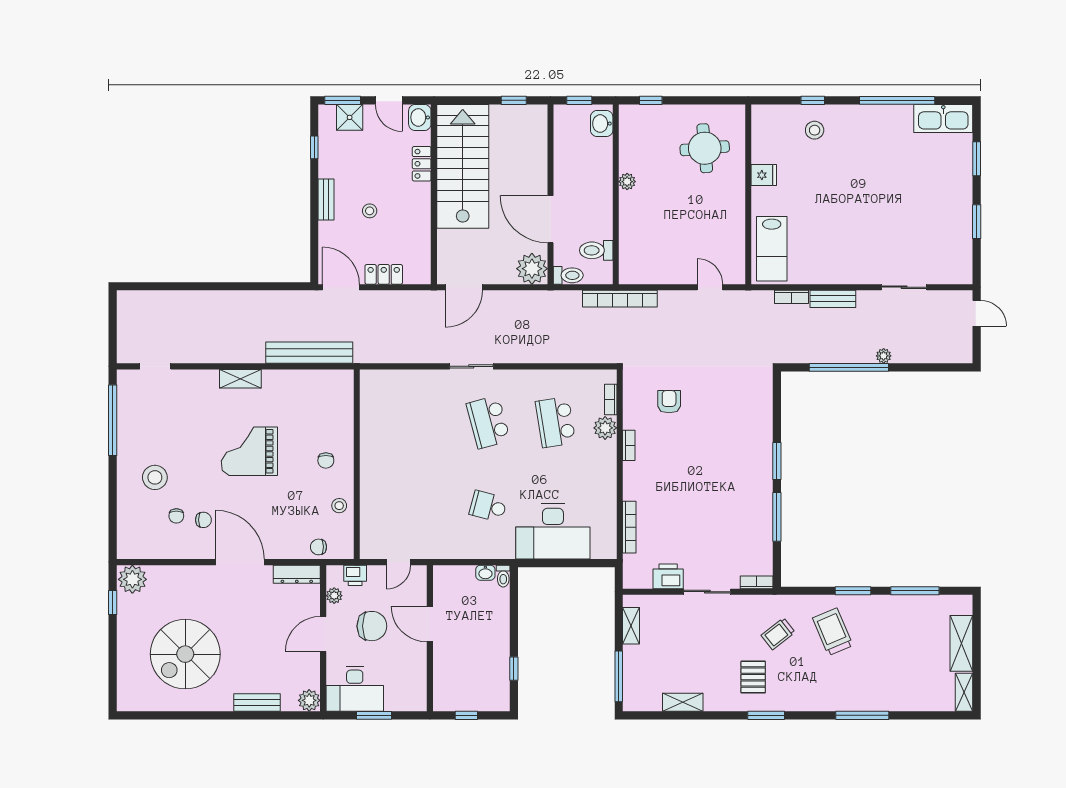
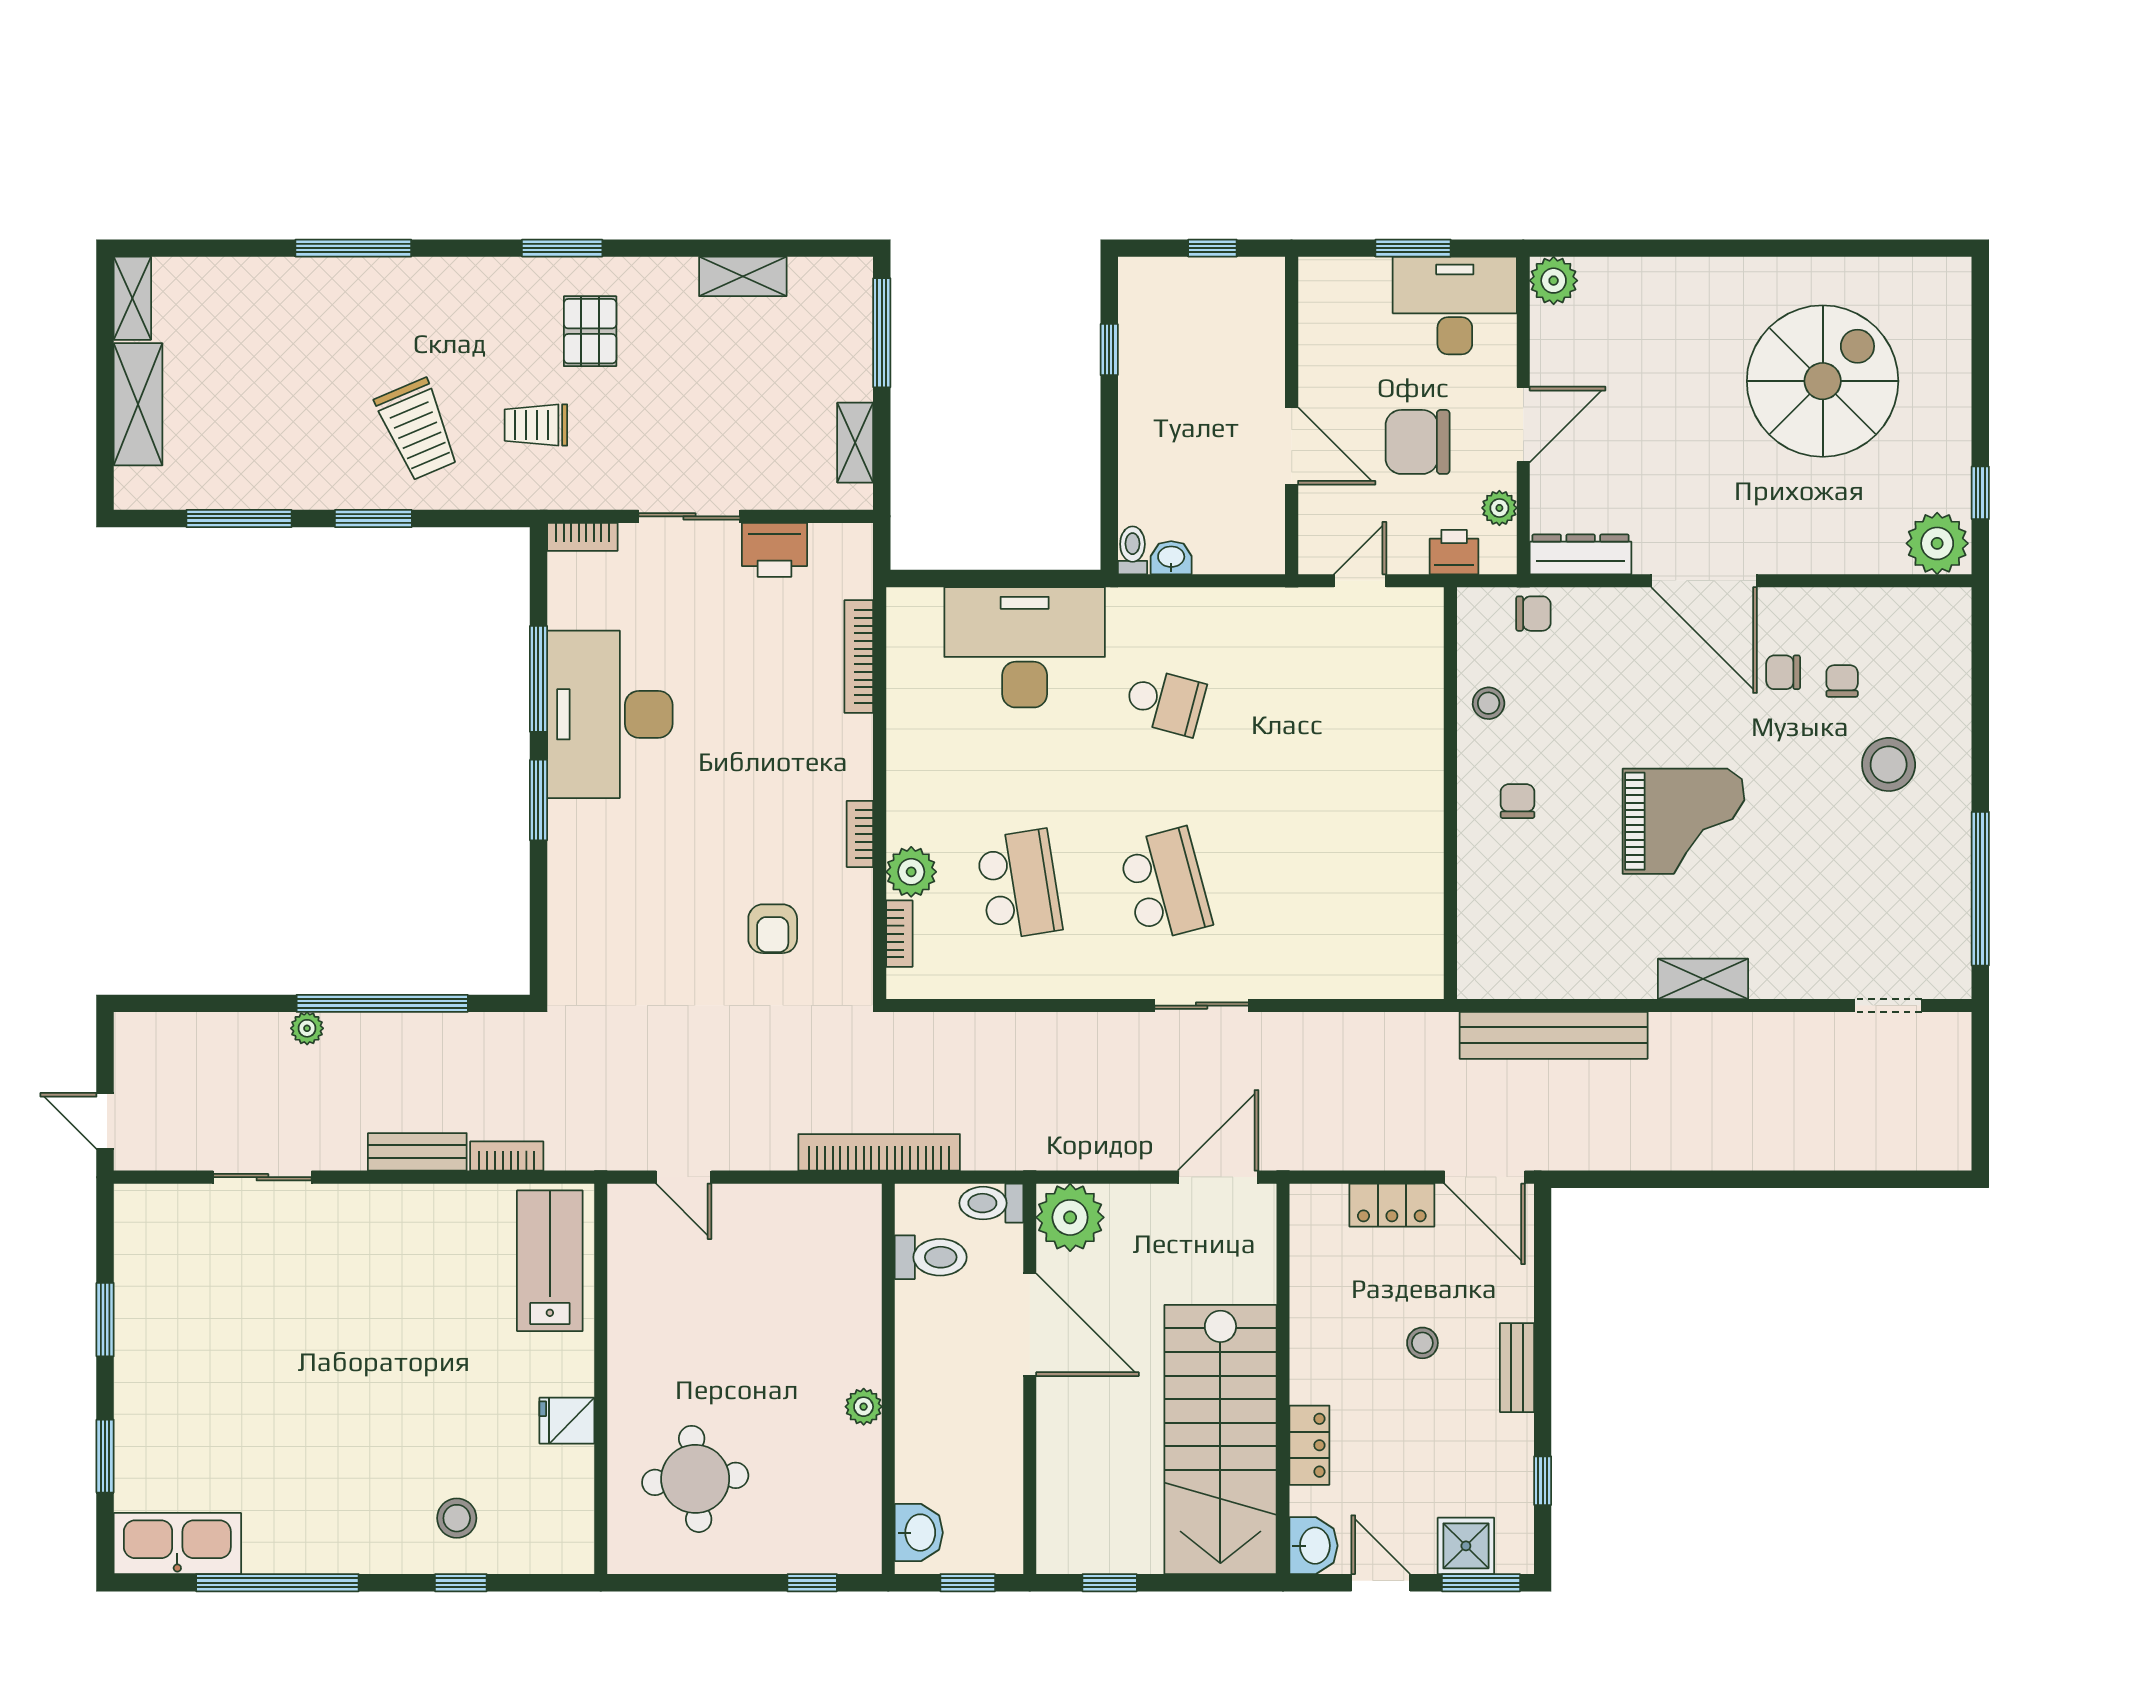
desk: (744, 501) -> (610, 714), added
trolley: (778, 634) -> (536, 425), turned -142
bench: (257, 703) -> (1667, 276), removed

